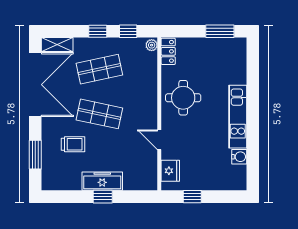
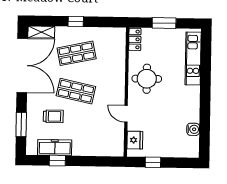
window: (128, 31) -> (101, 22), removed
window: (220, 31) -> (164, 23), moved
plant: (152, 45) -> (121, 34), removed
kitchen unit: (238, 117) -> (193, 59), moved
freezer: (102, 181) -> (55, 147), moved
window: (103, 197) -> (57, 161), moved

